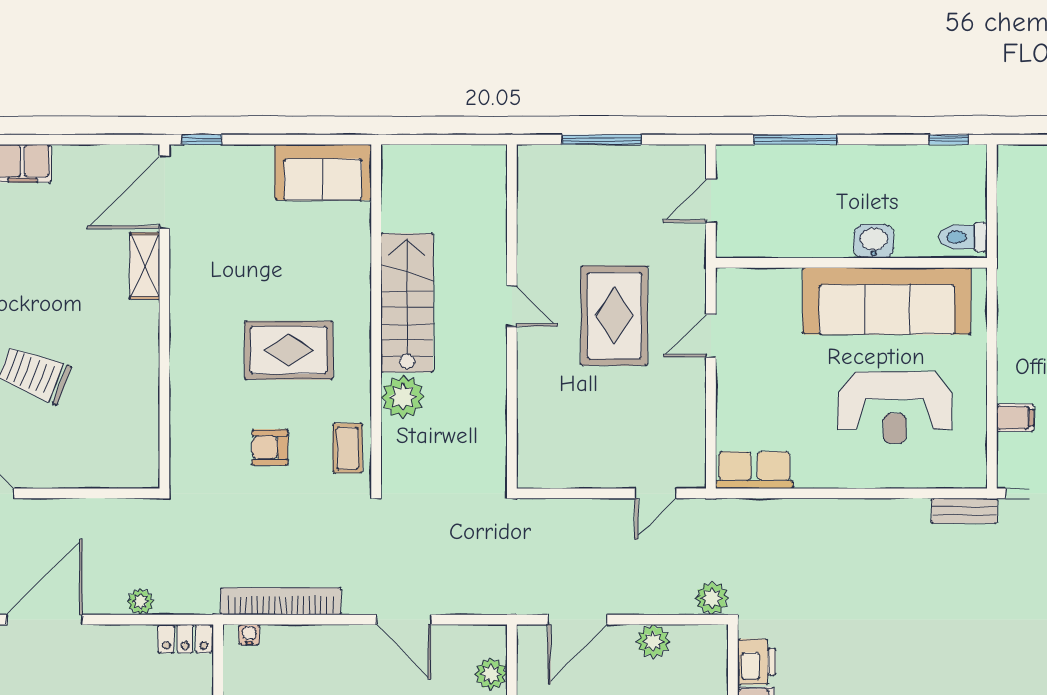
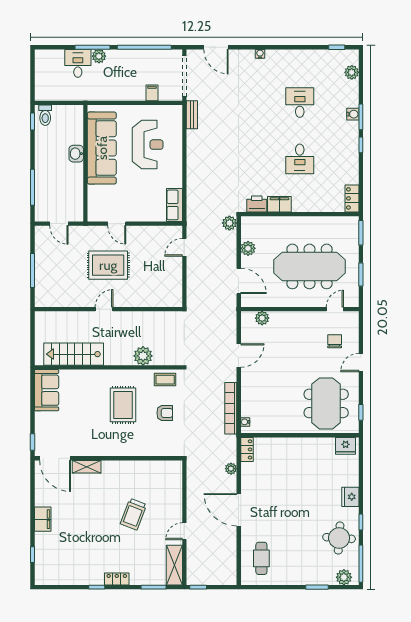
toilet: (963, 237) -> (45, 115), moved
stairs: (407, 303) -> (74, 354), moved
armchair: (270, 447) -> (165, 413), turned -90
door: (656, 493) -> (184, 247), swing flipped

